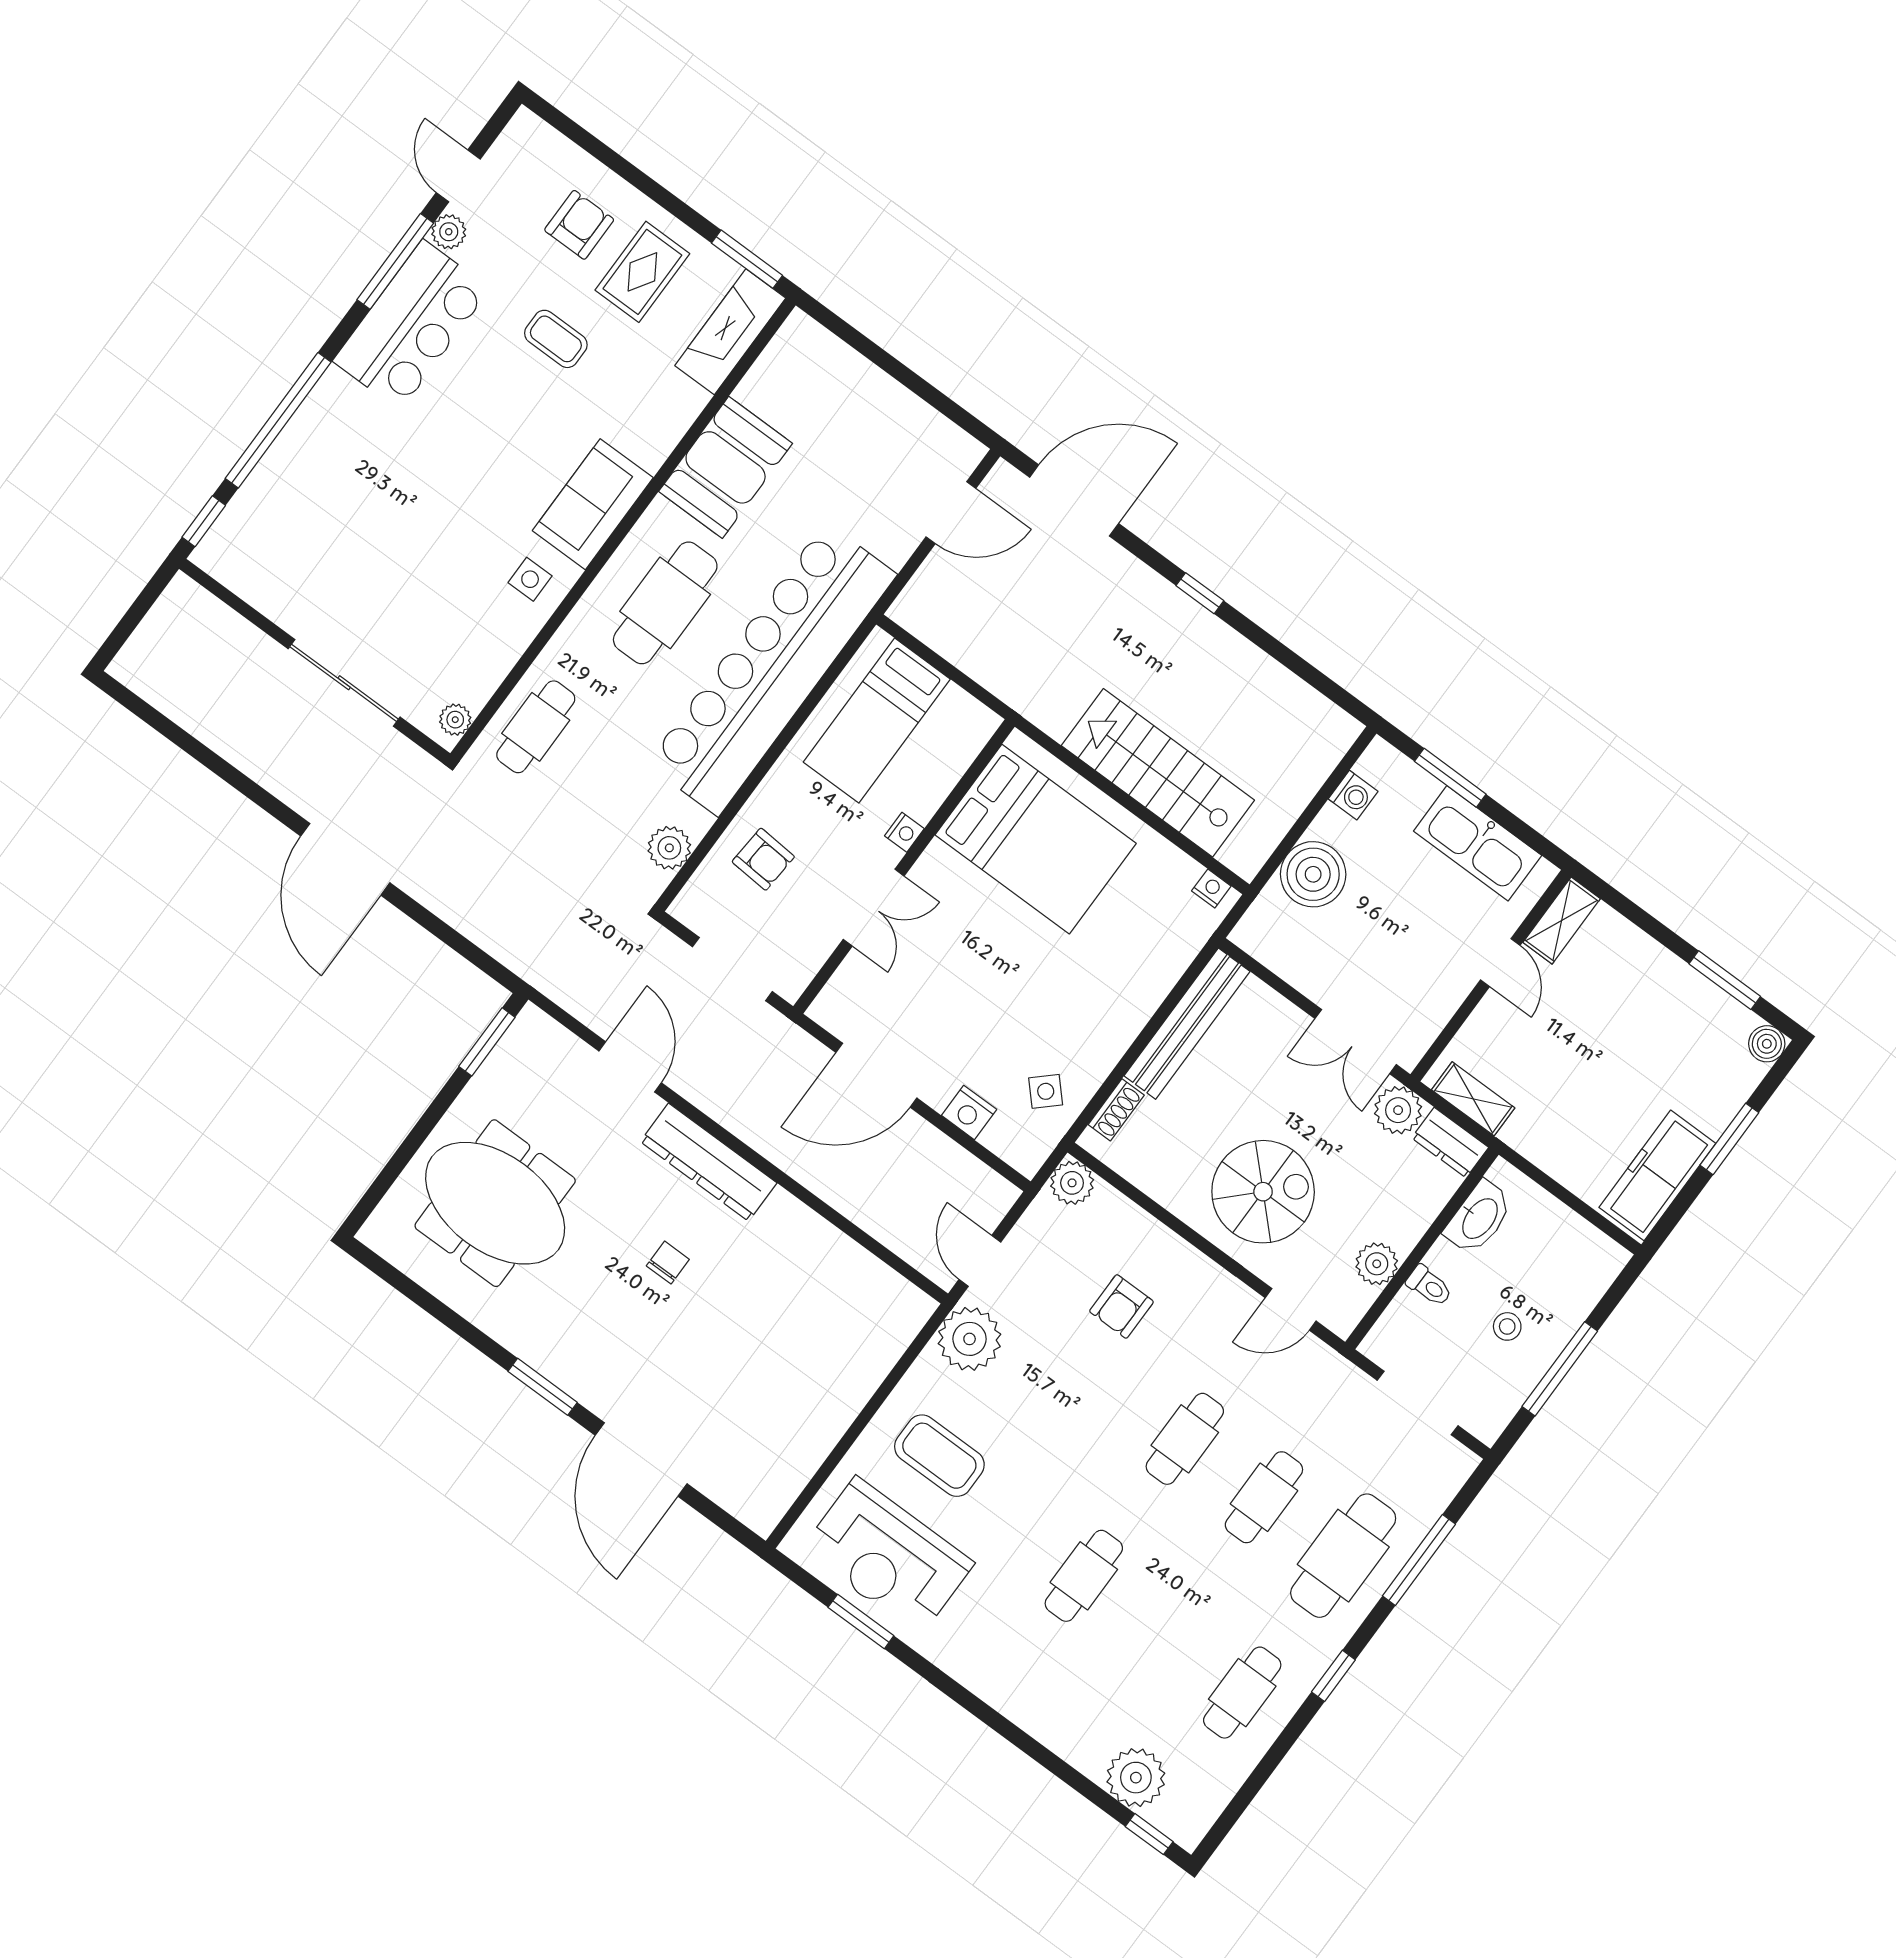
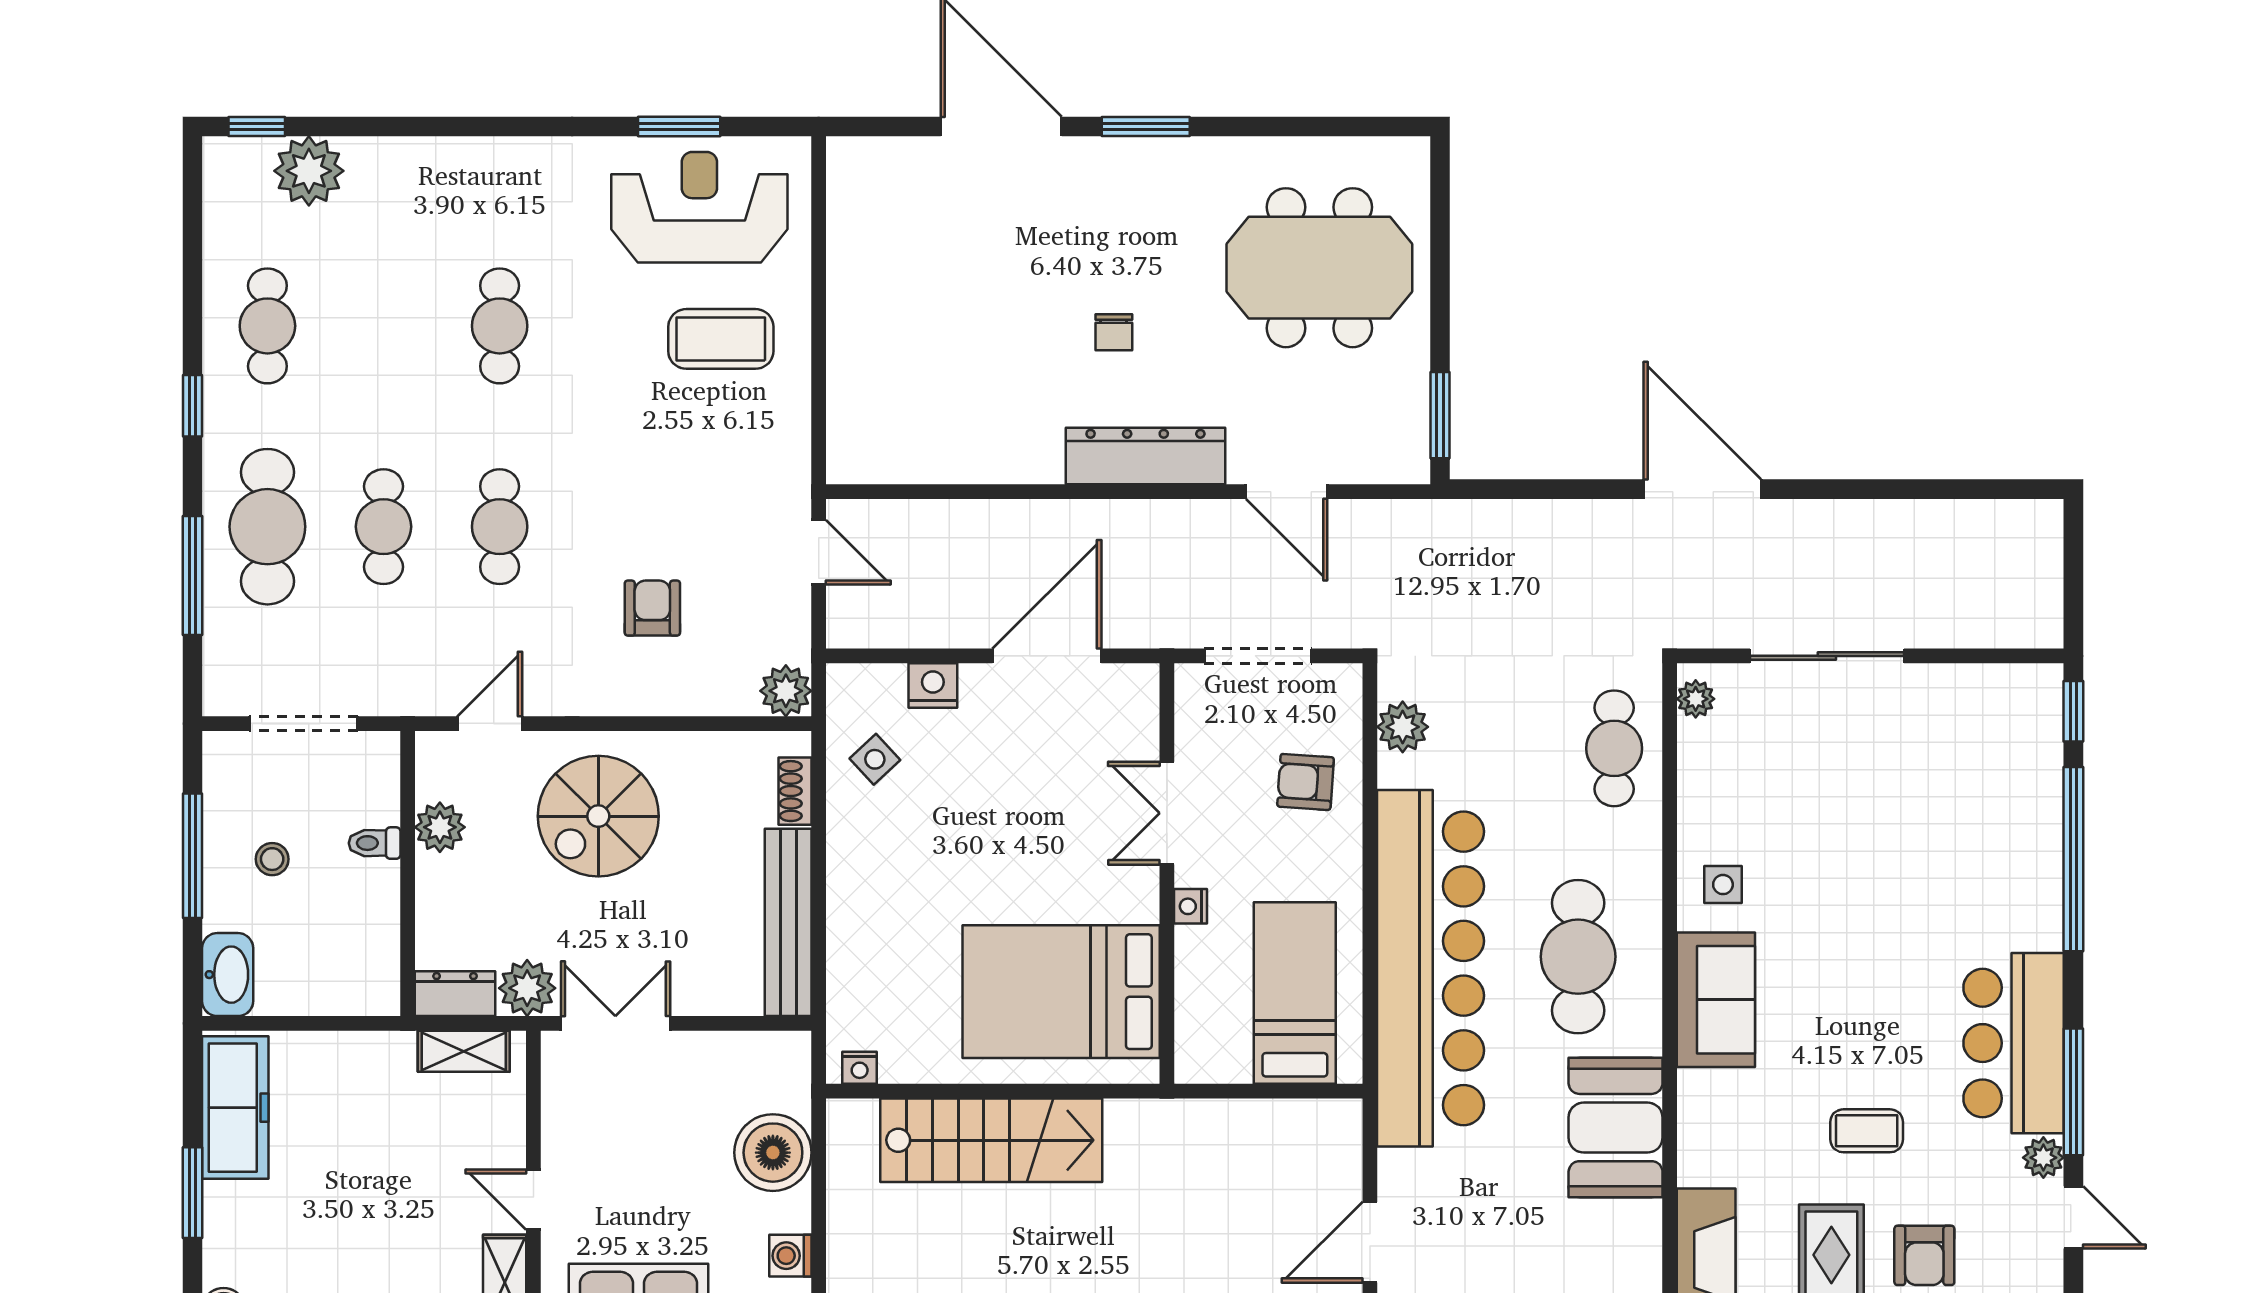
washbasin: (1479, 1218) -> (228, 975), moved, turned 180
plant: (970, 1339) -> (774, 471), removed

